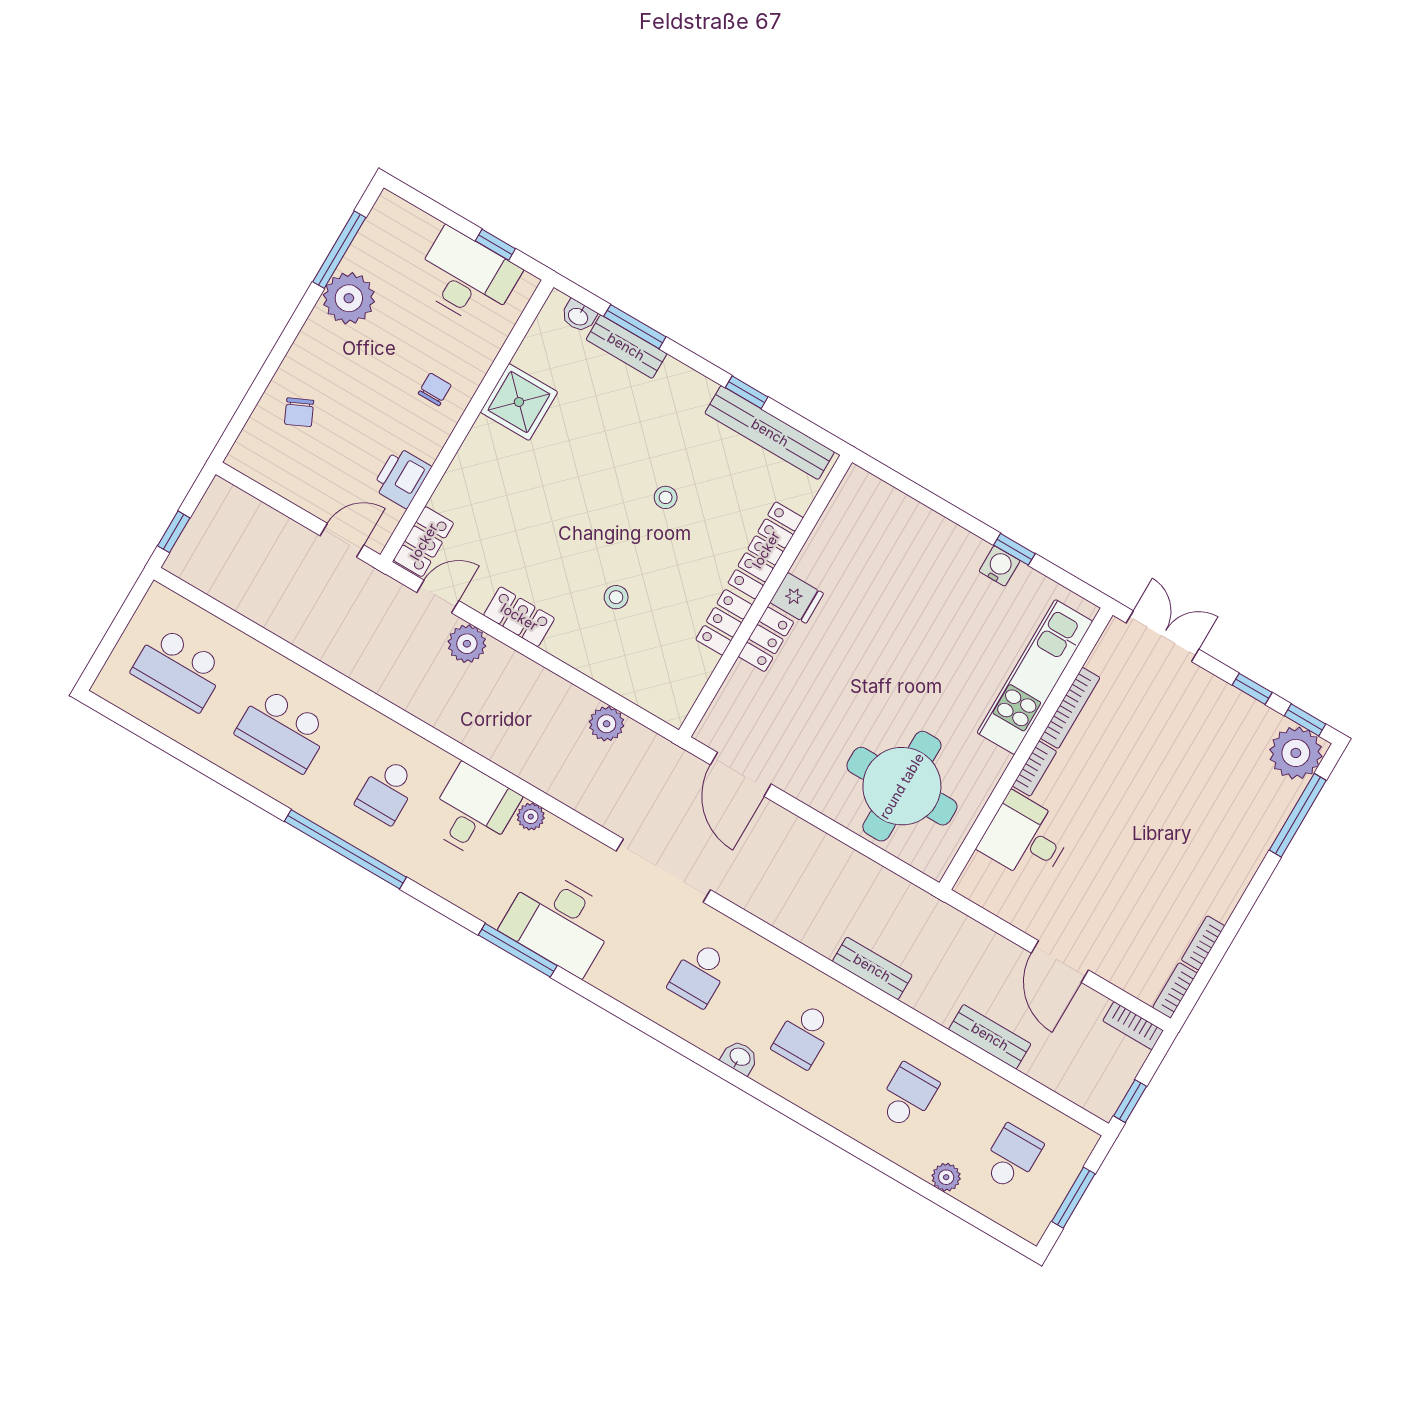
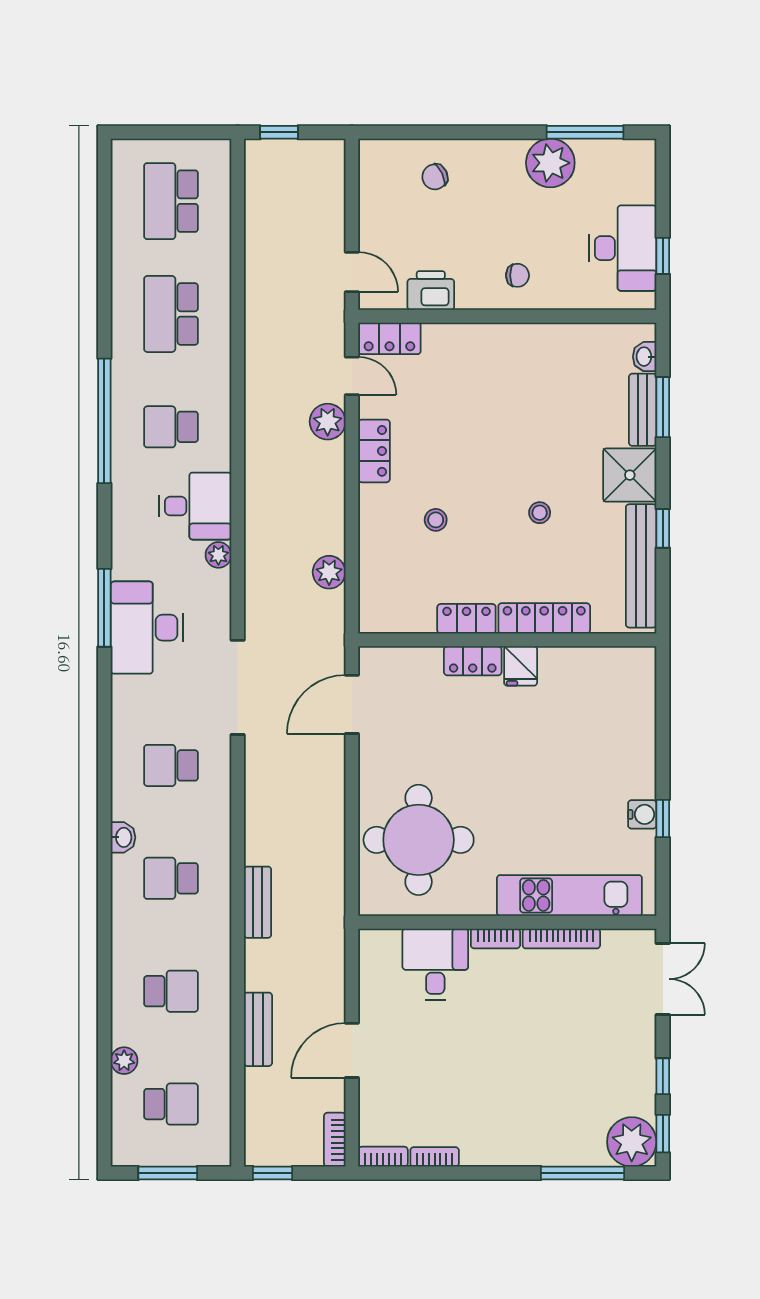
shower: (519, 402) -> (630, 475), moved

